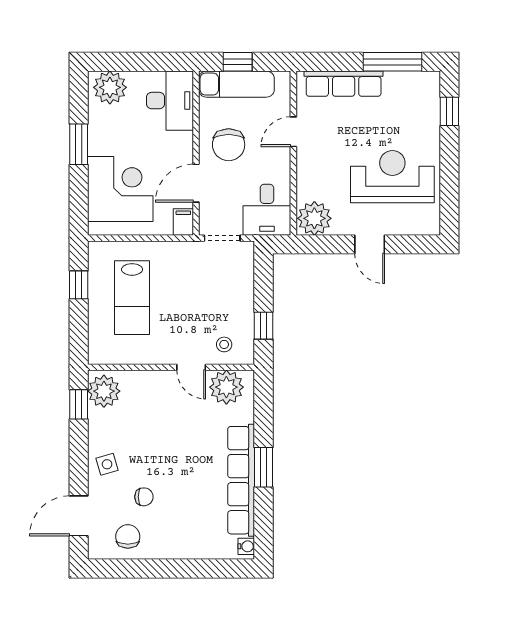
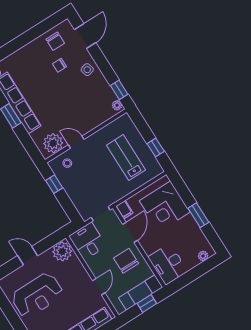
plant: (110, 87) -> (203, 256), width x0.53, depth x0.53
plant: (104, 391) -> (117, 105), width x0.53, depth x0.53

